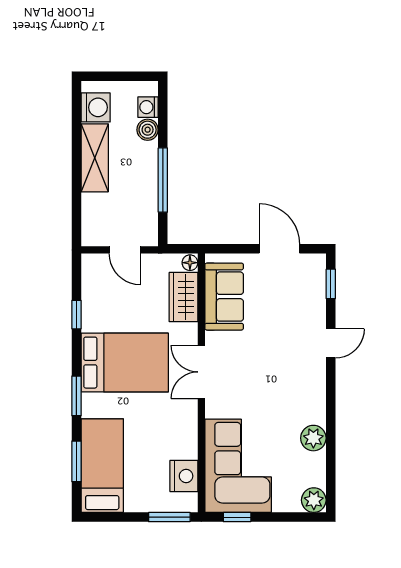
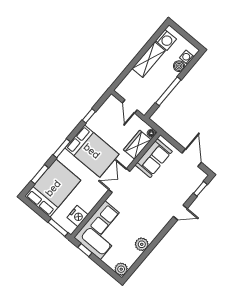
bed: (102, 466) -> (53, 188), width x1.50

